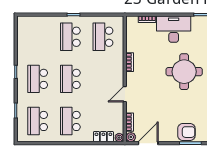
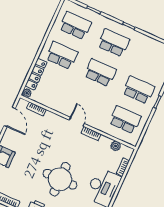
door: (125, 94) -> (77, 122), moved
locker: (103, 137) -> (36, 74), width x1.53
plant: (131, 137) -> (116, 146), moved

